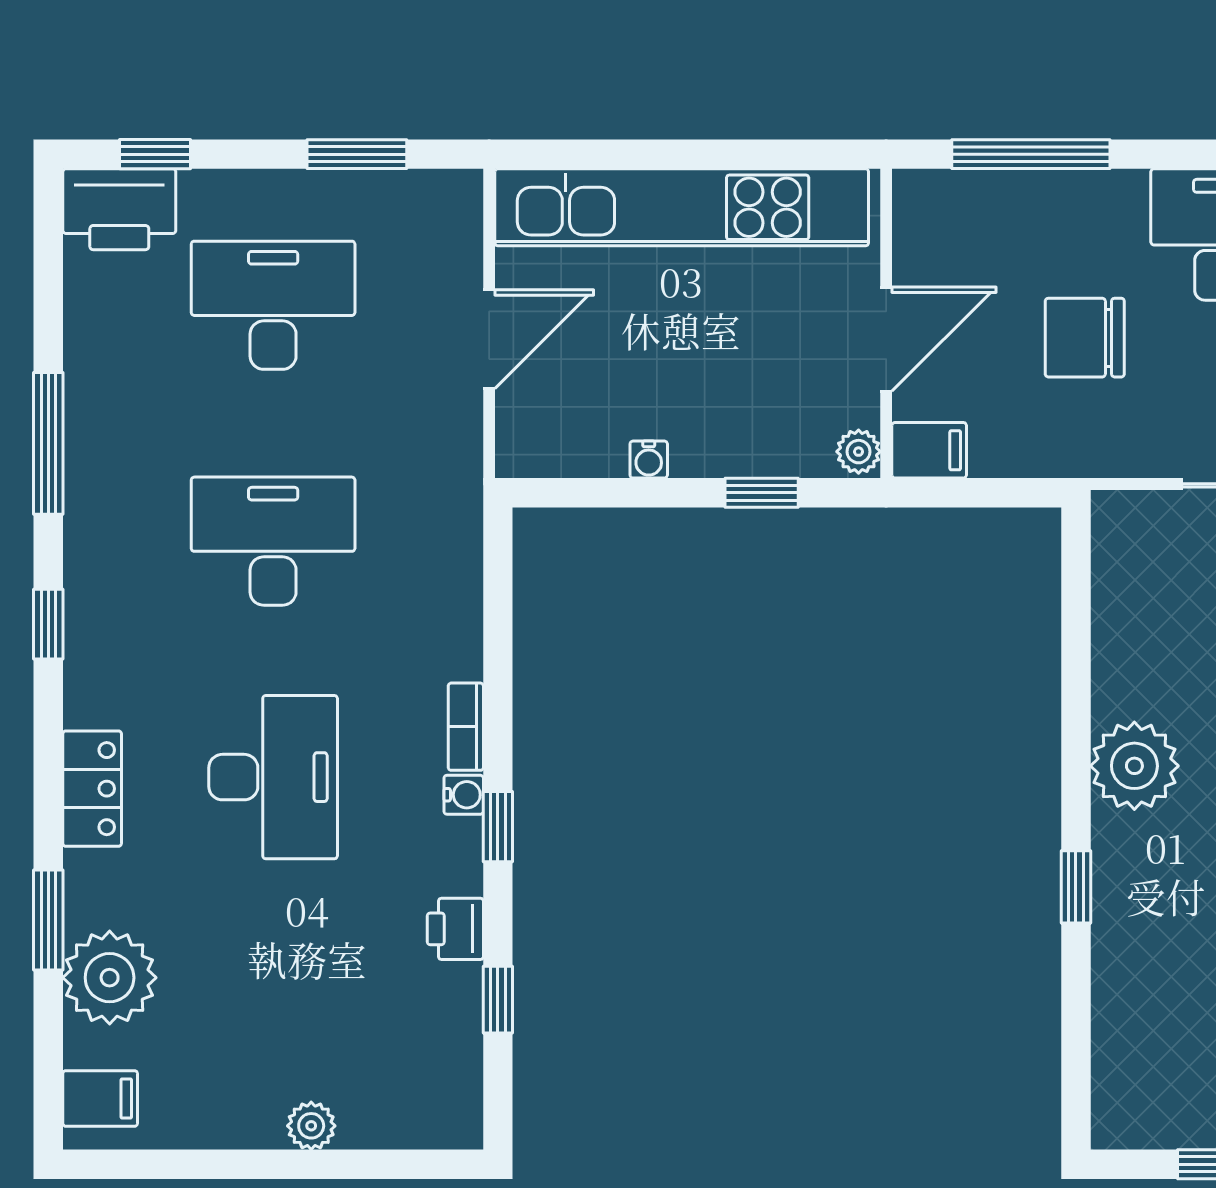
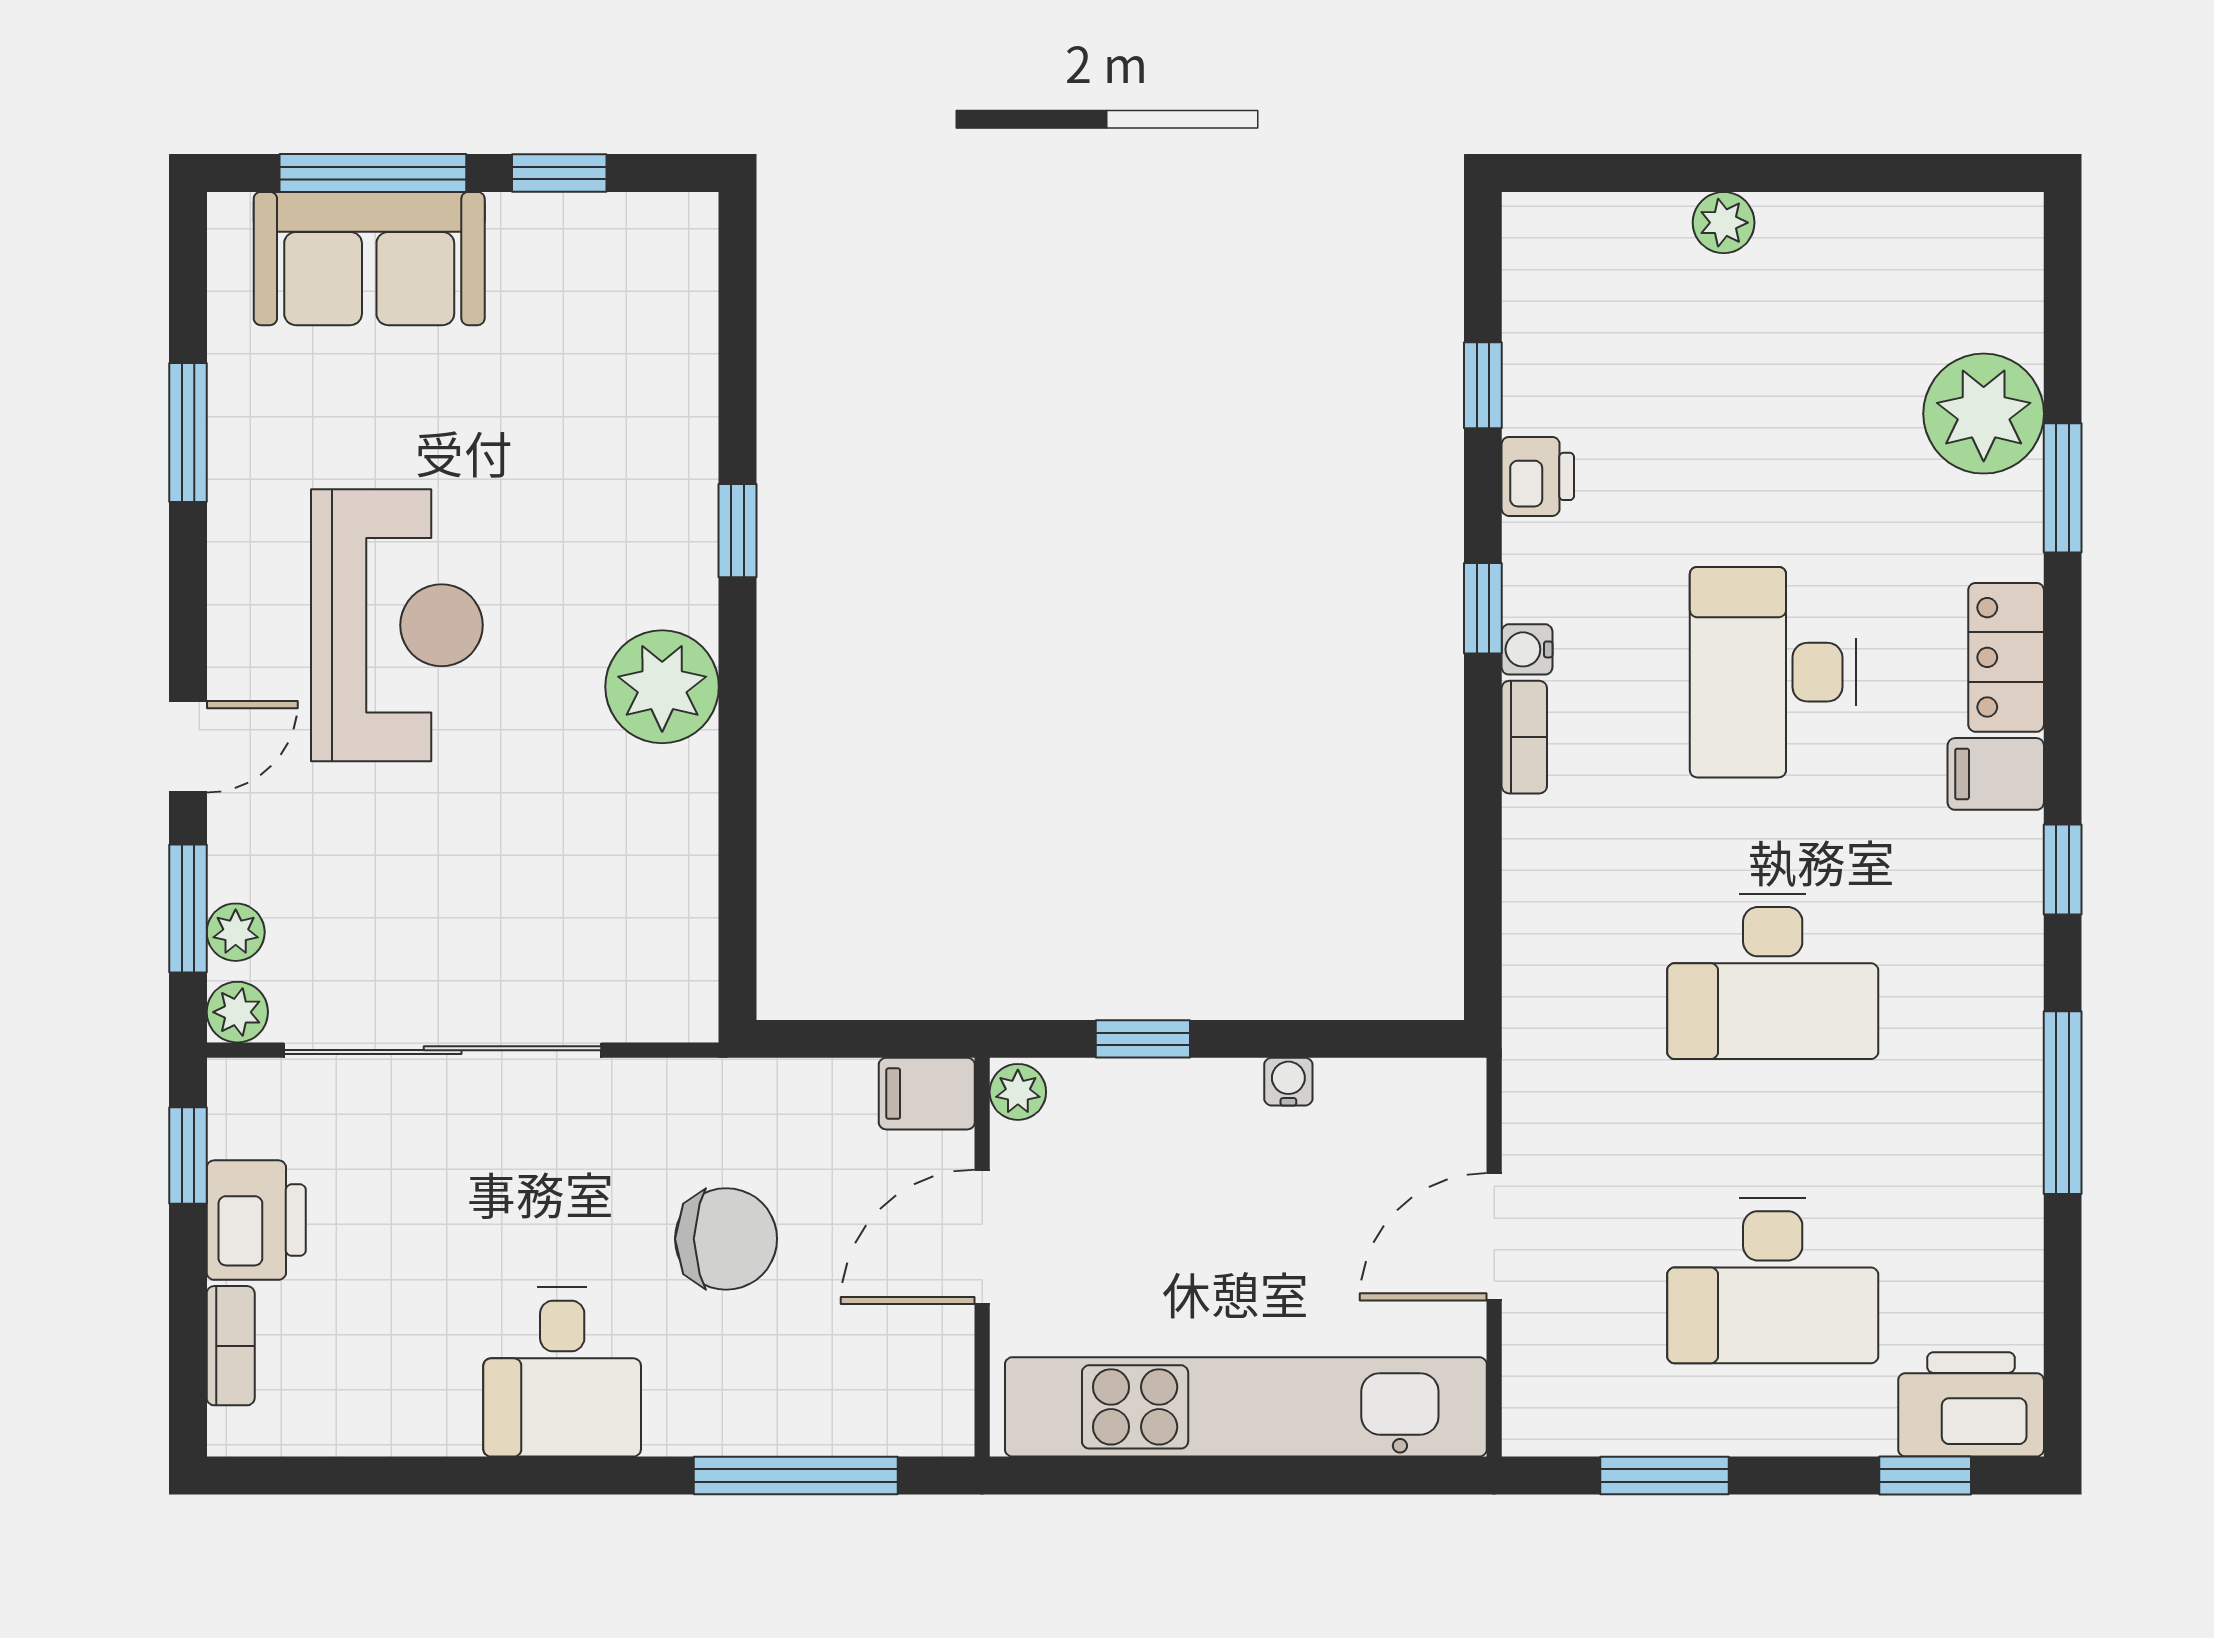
filing cabinet: (100, 1098) -> (1996, 774), moved

